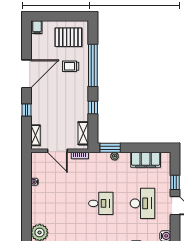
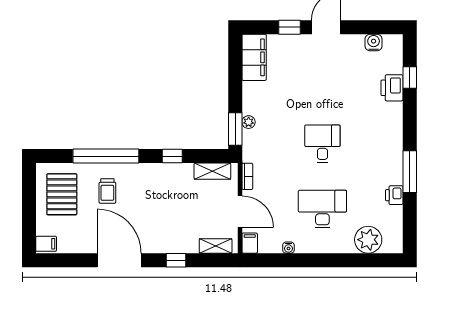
door: (57, 151) -> (240, 212), hinge flipped
filing cabinet: (37, 157) -> (250, 243), added
filing cabinet: (146, 160) -> (254, 57), moved
desk: (142, 203) -> (322, 209), moved

